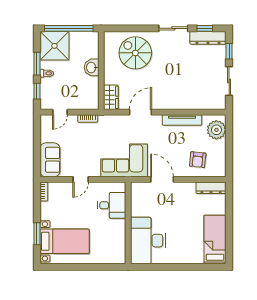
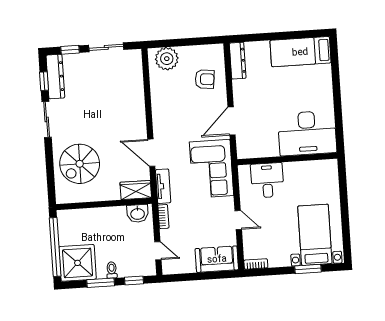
washbasin: (92, 67) -> (138, 213), moved
tv unit: (182, 120) -> (163, 186), moved, width x0.71

